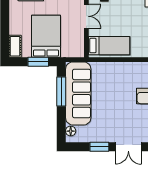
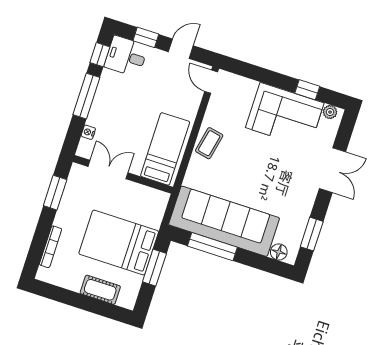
cot: (15, 46) -> (100, 290), moved
coffee table: (121, 70) -> (209, 143), added
window: (99, 147) -> (312, 234), moved

